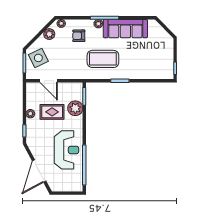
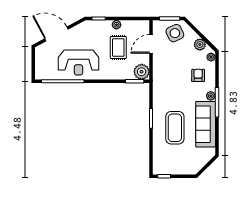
coffee table: (103, 59) -> (175, 128), moved
plant: (75, 108) -> (142, 72), moved

